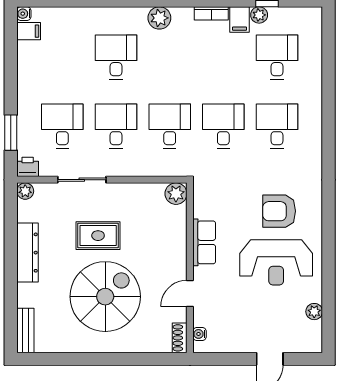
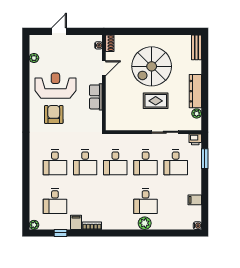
plant: (259, 15) -> (34, 225), moved
plant: (159, 18) -> (145, 223), moved
filing cabinet: (29, 31) -> (195, 200), moved
plant: (25, 191) -> (197, 113), moved
plant: (176, 194) -> (112, 124), removed
armchair: (279, 211) -> (54, 114), turned -90

